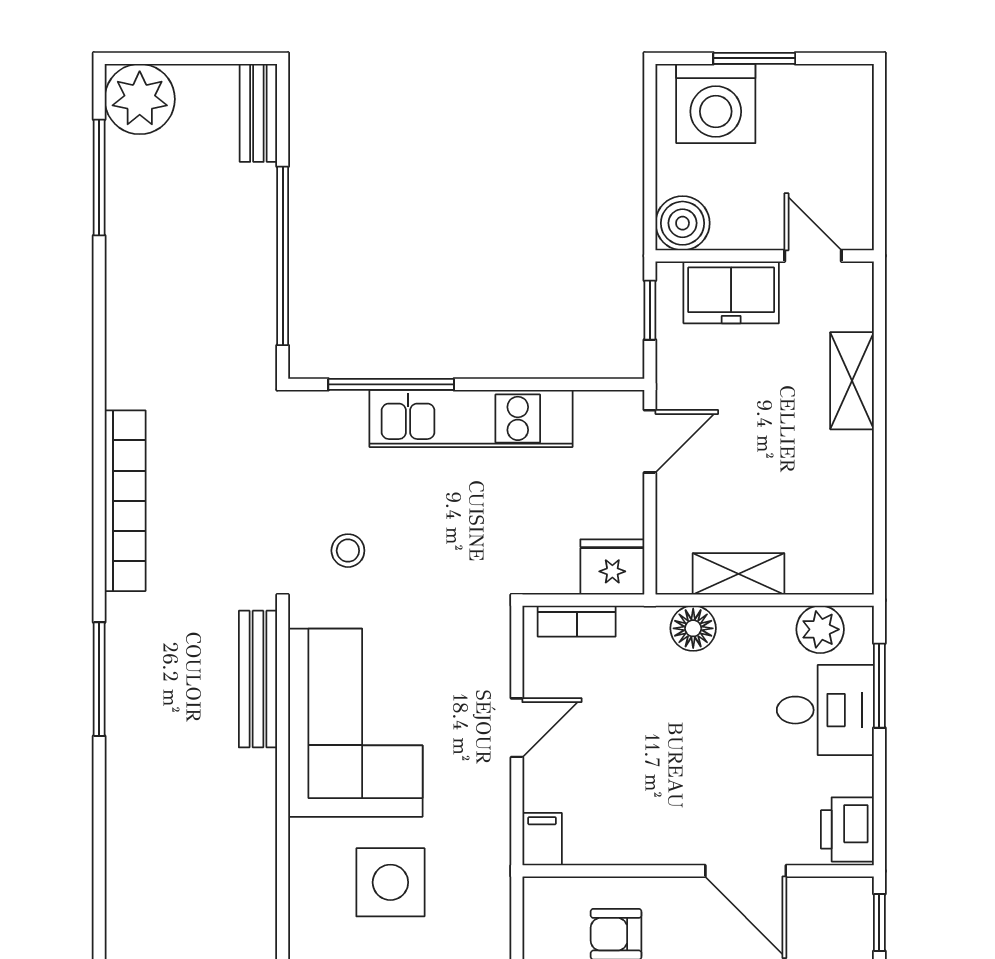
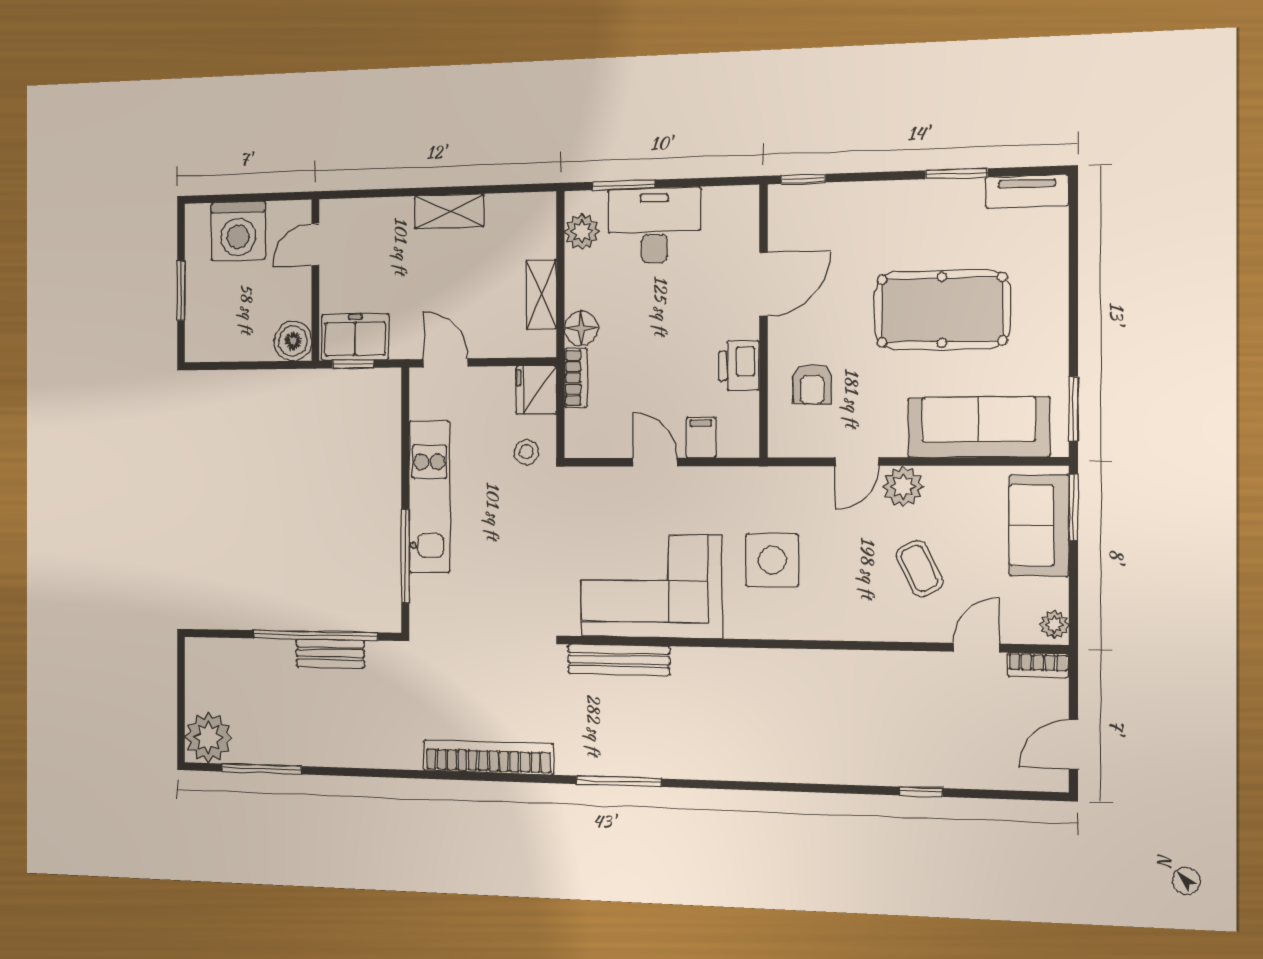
washing machine: (716, 104) -> (238, 231), moved, turned 90
bench: (258, 113) -> (330, 654), moved
freezer: (731, 292) -> (355, 337), moved, turned -90
shelving: (852, 381) -> (449, 211), moved
stool: (348, 551) -> (526, 452), moved
bookcase: (577, 621) -> (576, 378), moved
desk: (825, 710) -> (654, 225), width x1.37
printer: (847, 829) -> (739, 366), moved, turned 90
filing cabinet: (542, 839) -> (701, 437), moved, turned 90

